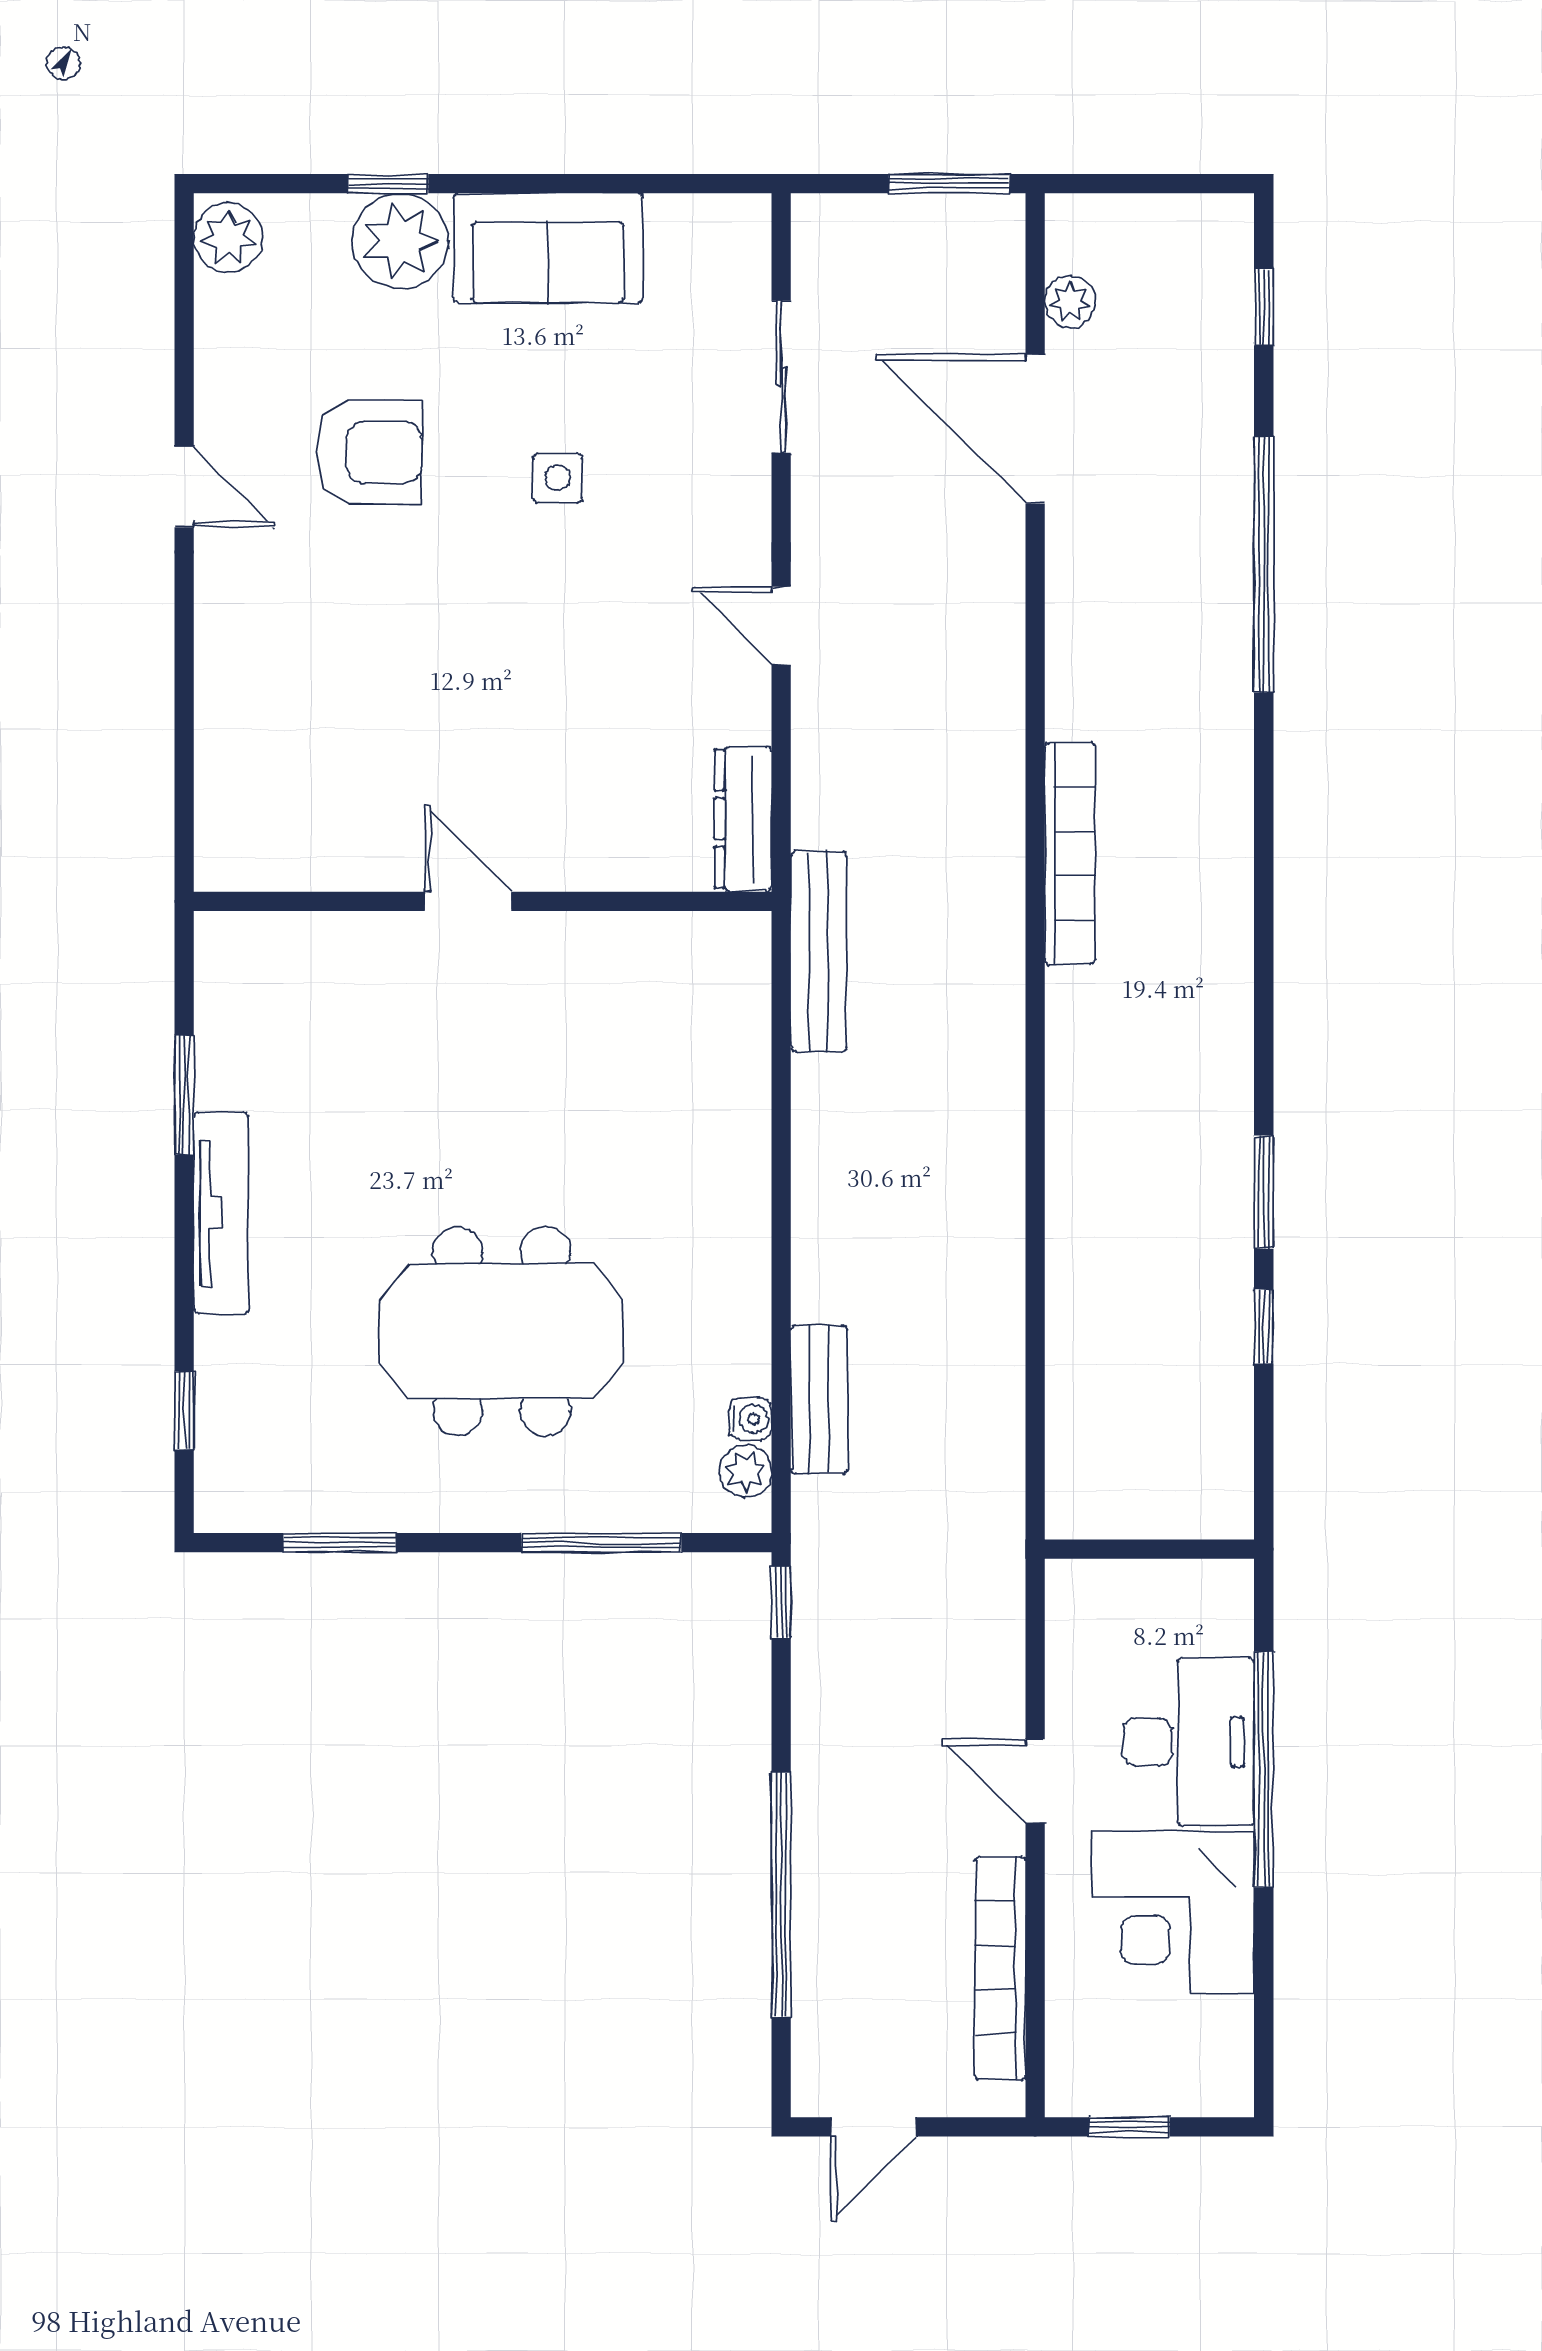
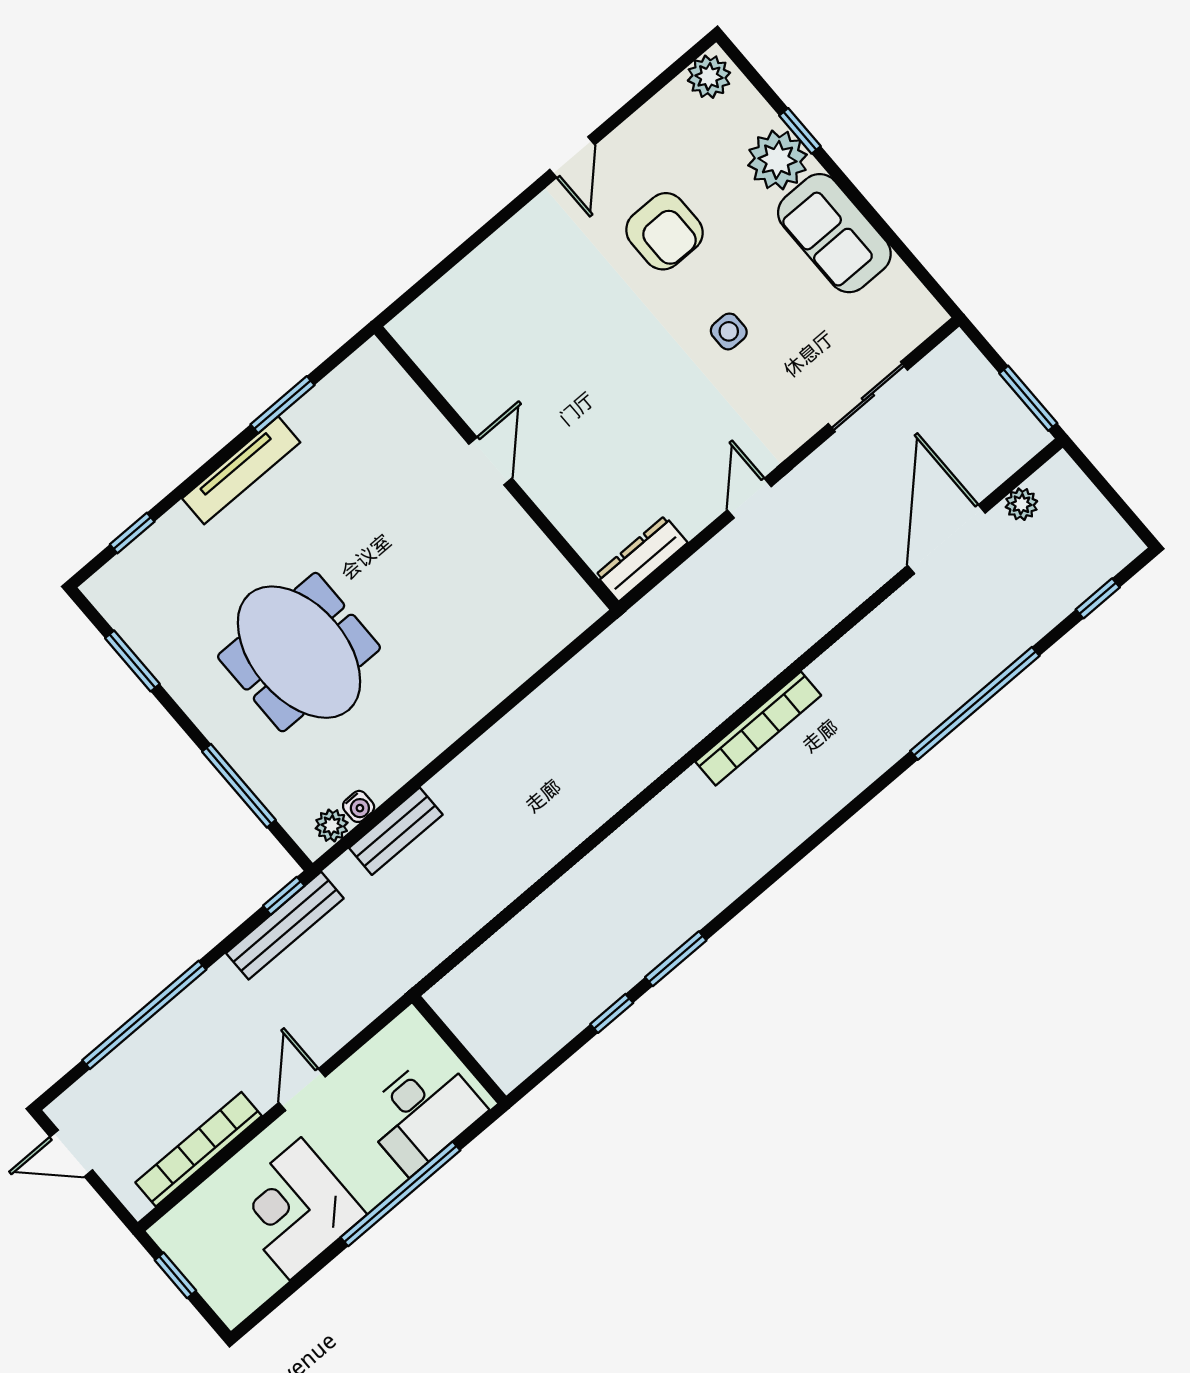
bench: (819, 952) -> (285, 926), moved
desk: (1188, 1742) -> (423, 1113), moved

